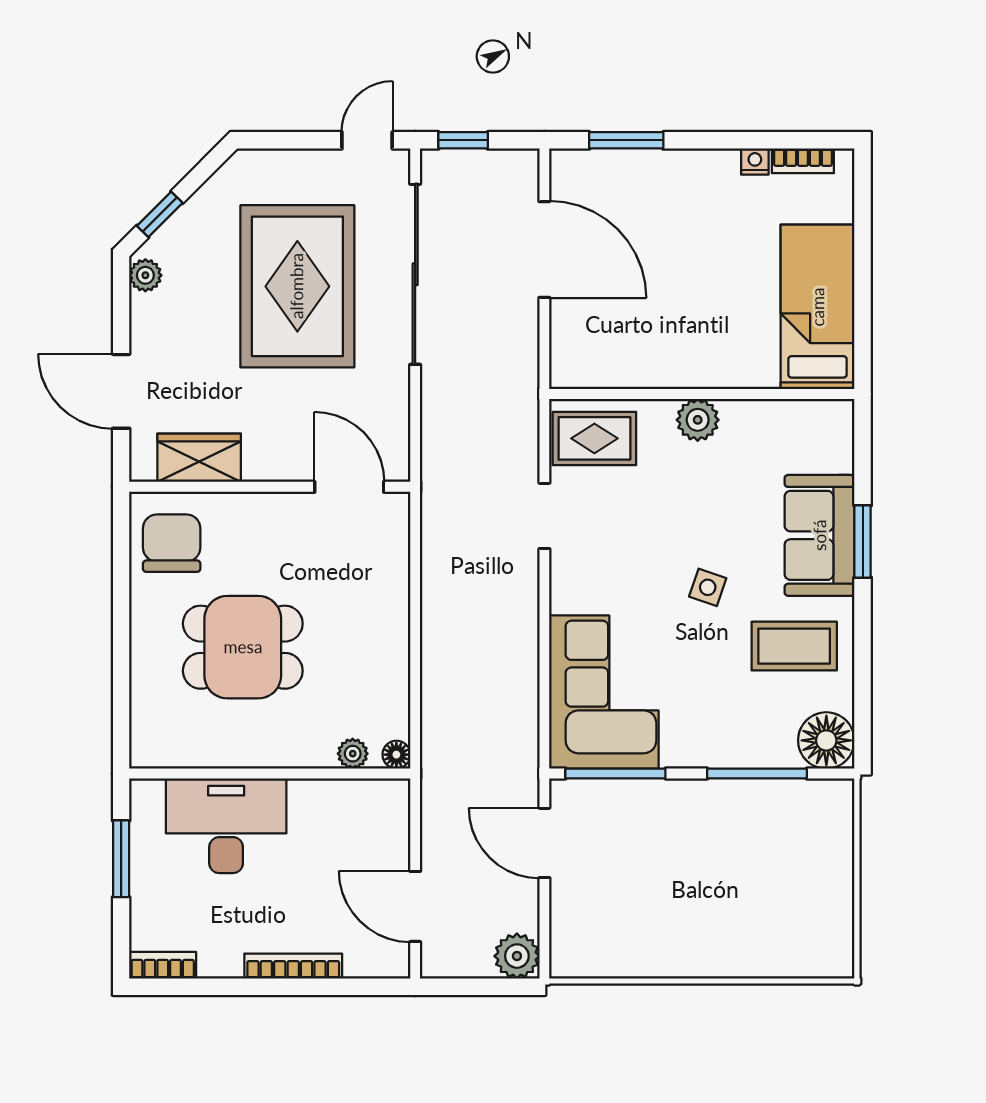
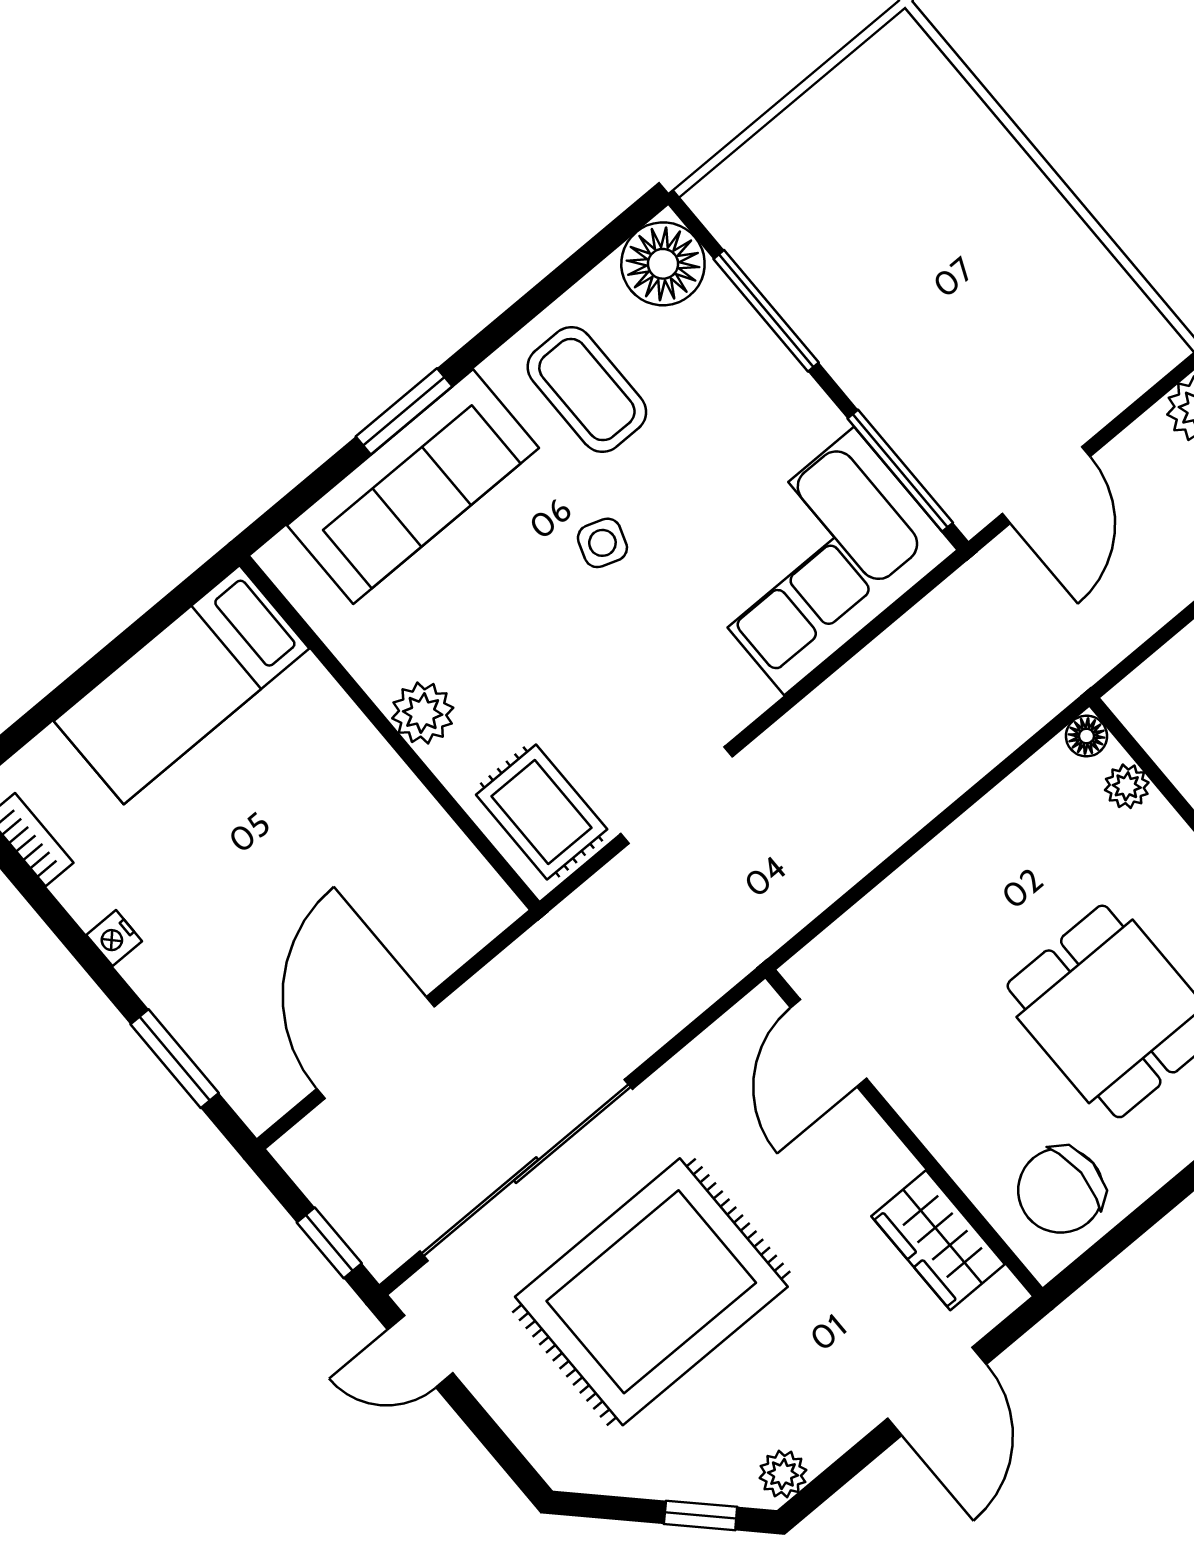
nightstand: (755, 161) -> (114, 938), moved
doorway: (544, 516) -> (677, 795), width x1.38
sofa: (820, 535) -> (413, 487), width x1.36

